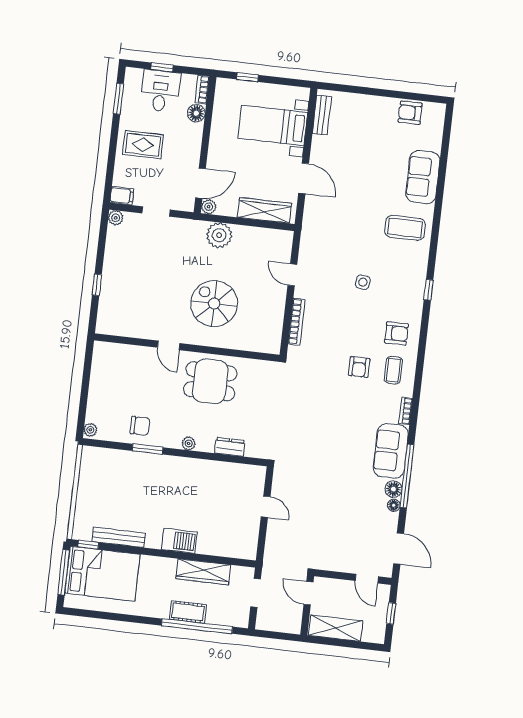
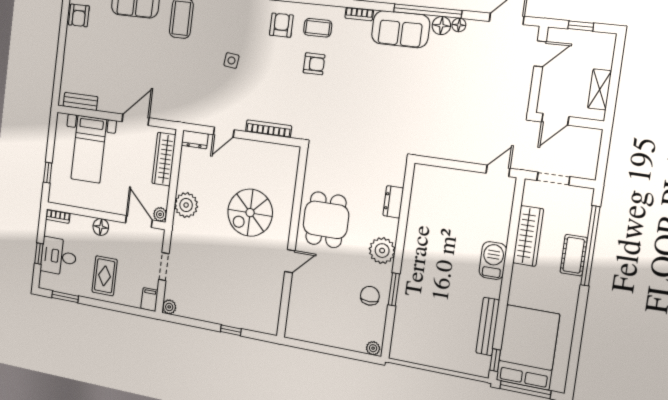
floor lamp: (196, 113) -> (101, 227), moved
dresser: (285, 244) -> (195, 140), added
plant: (189, 443) -> (382, 251), width x1.87, depth x1.87
door: (266, 507) -> (498, 171), moved
shelving: (335, 628) -> (600, 89), width x0.67, depth x0.75

